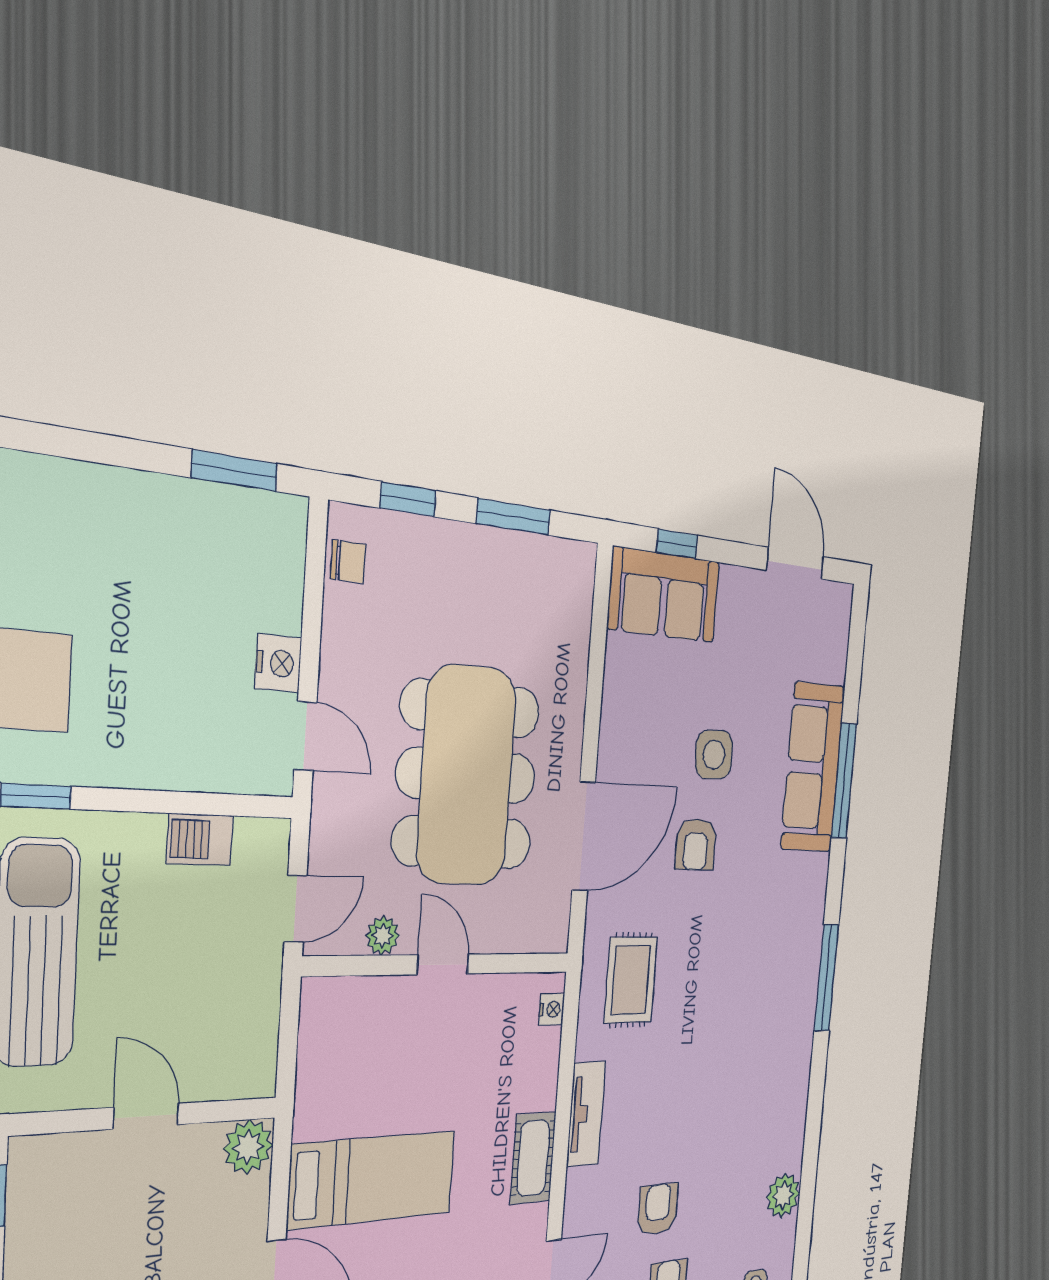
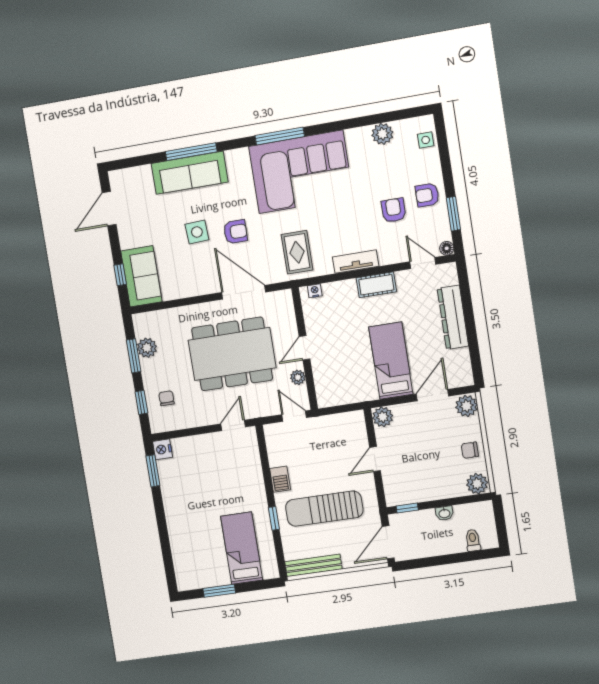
plant: (523, 558) -> (147, 348), added
chair: (348, 562) -> (167, 398), moved
nightstand: (278, 663) -> (163, 449), moved, turned -90
barbecue: (200, 839) -> (280, 479), moved
rug: (631, 980) -> (297, 252), turned 90
corner sofa: (762, 1013) -> (301, 172), added
armchair: (658, 1209) -> (394, 210), turned 90

